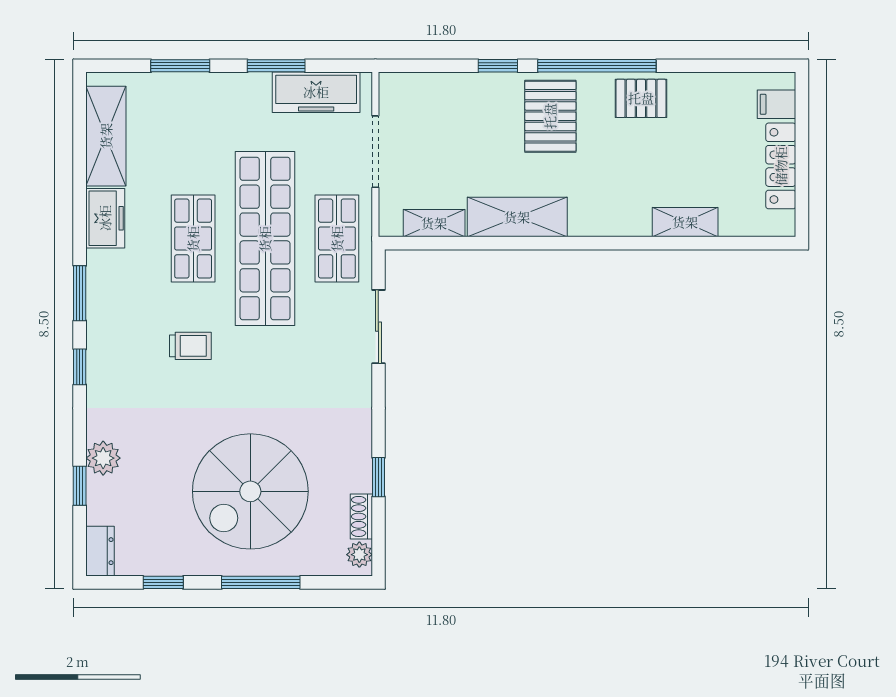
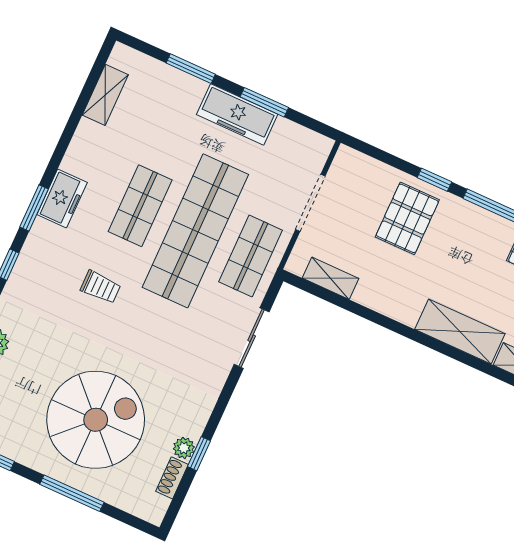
freezer: (316, 92) -> (237, 114), moved
pallet: (550, 116) -> (407, 218), moved
shelving: (106, 136) -> (105, 95), width x0.67, depth x0.75
shelving: (517, 217) -> (460, 332), moved
freezer: (105, 218) -> (62, 199), moved
spiral stairs: (250, 491) -> (96, 420), turned 180
plant: (359, 555) -> (184, 448), moved

